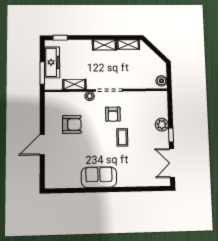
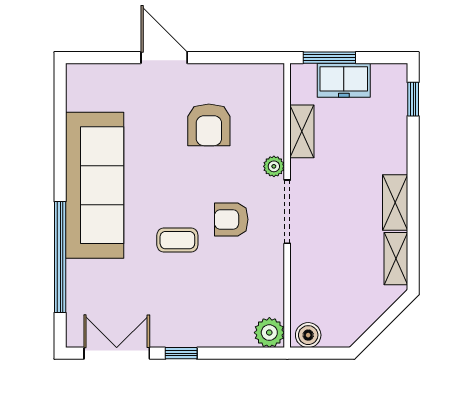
freezer: (52, 62) -> (344, 80), width x0.71
plant: (162, 125) -> (269, 333), moved
sofa: (99, 177) -> (95, 185), width x1.85, depth x1.27
window: (131, 189) -> (60, 257), added

